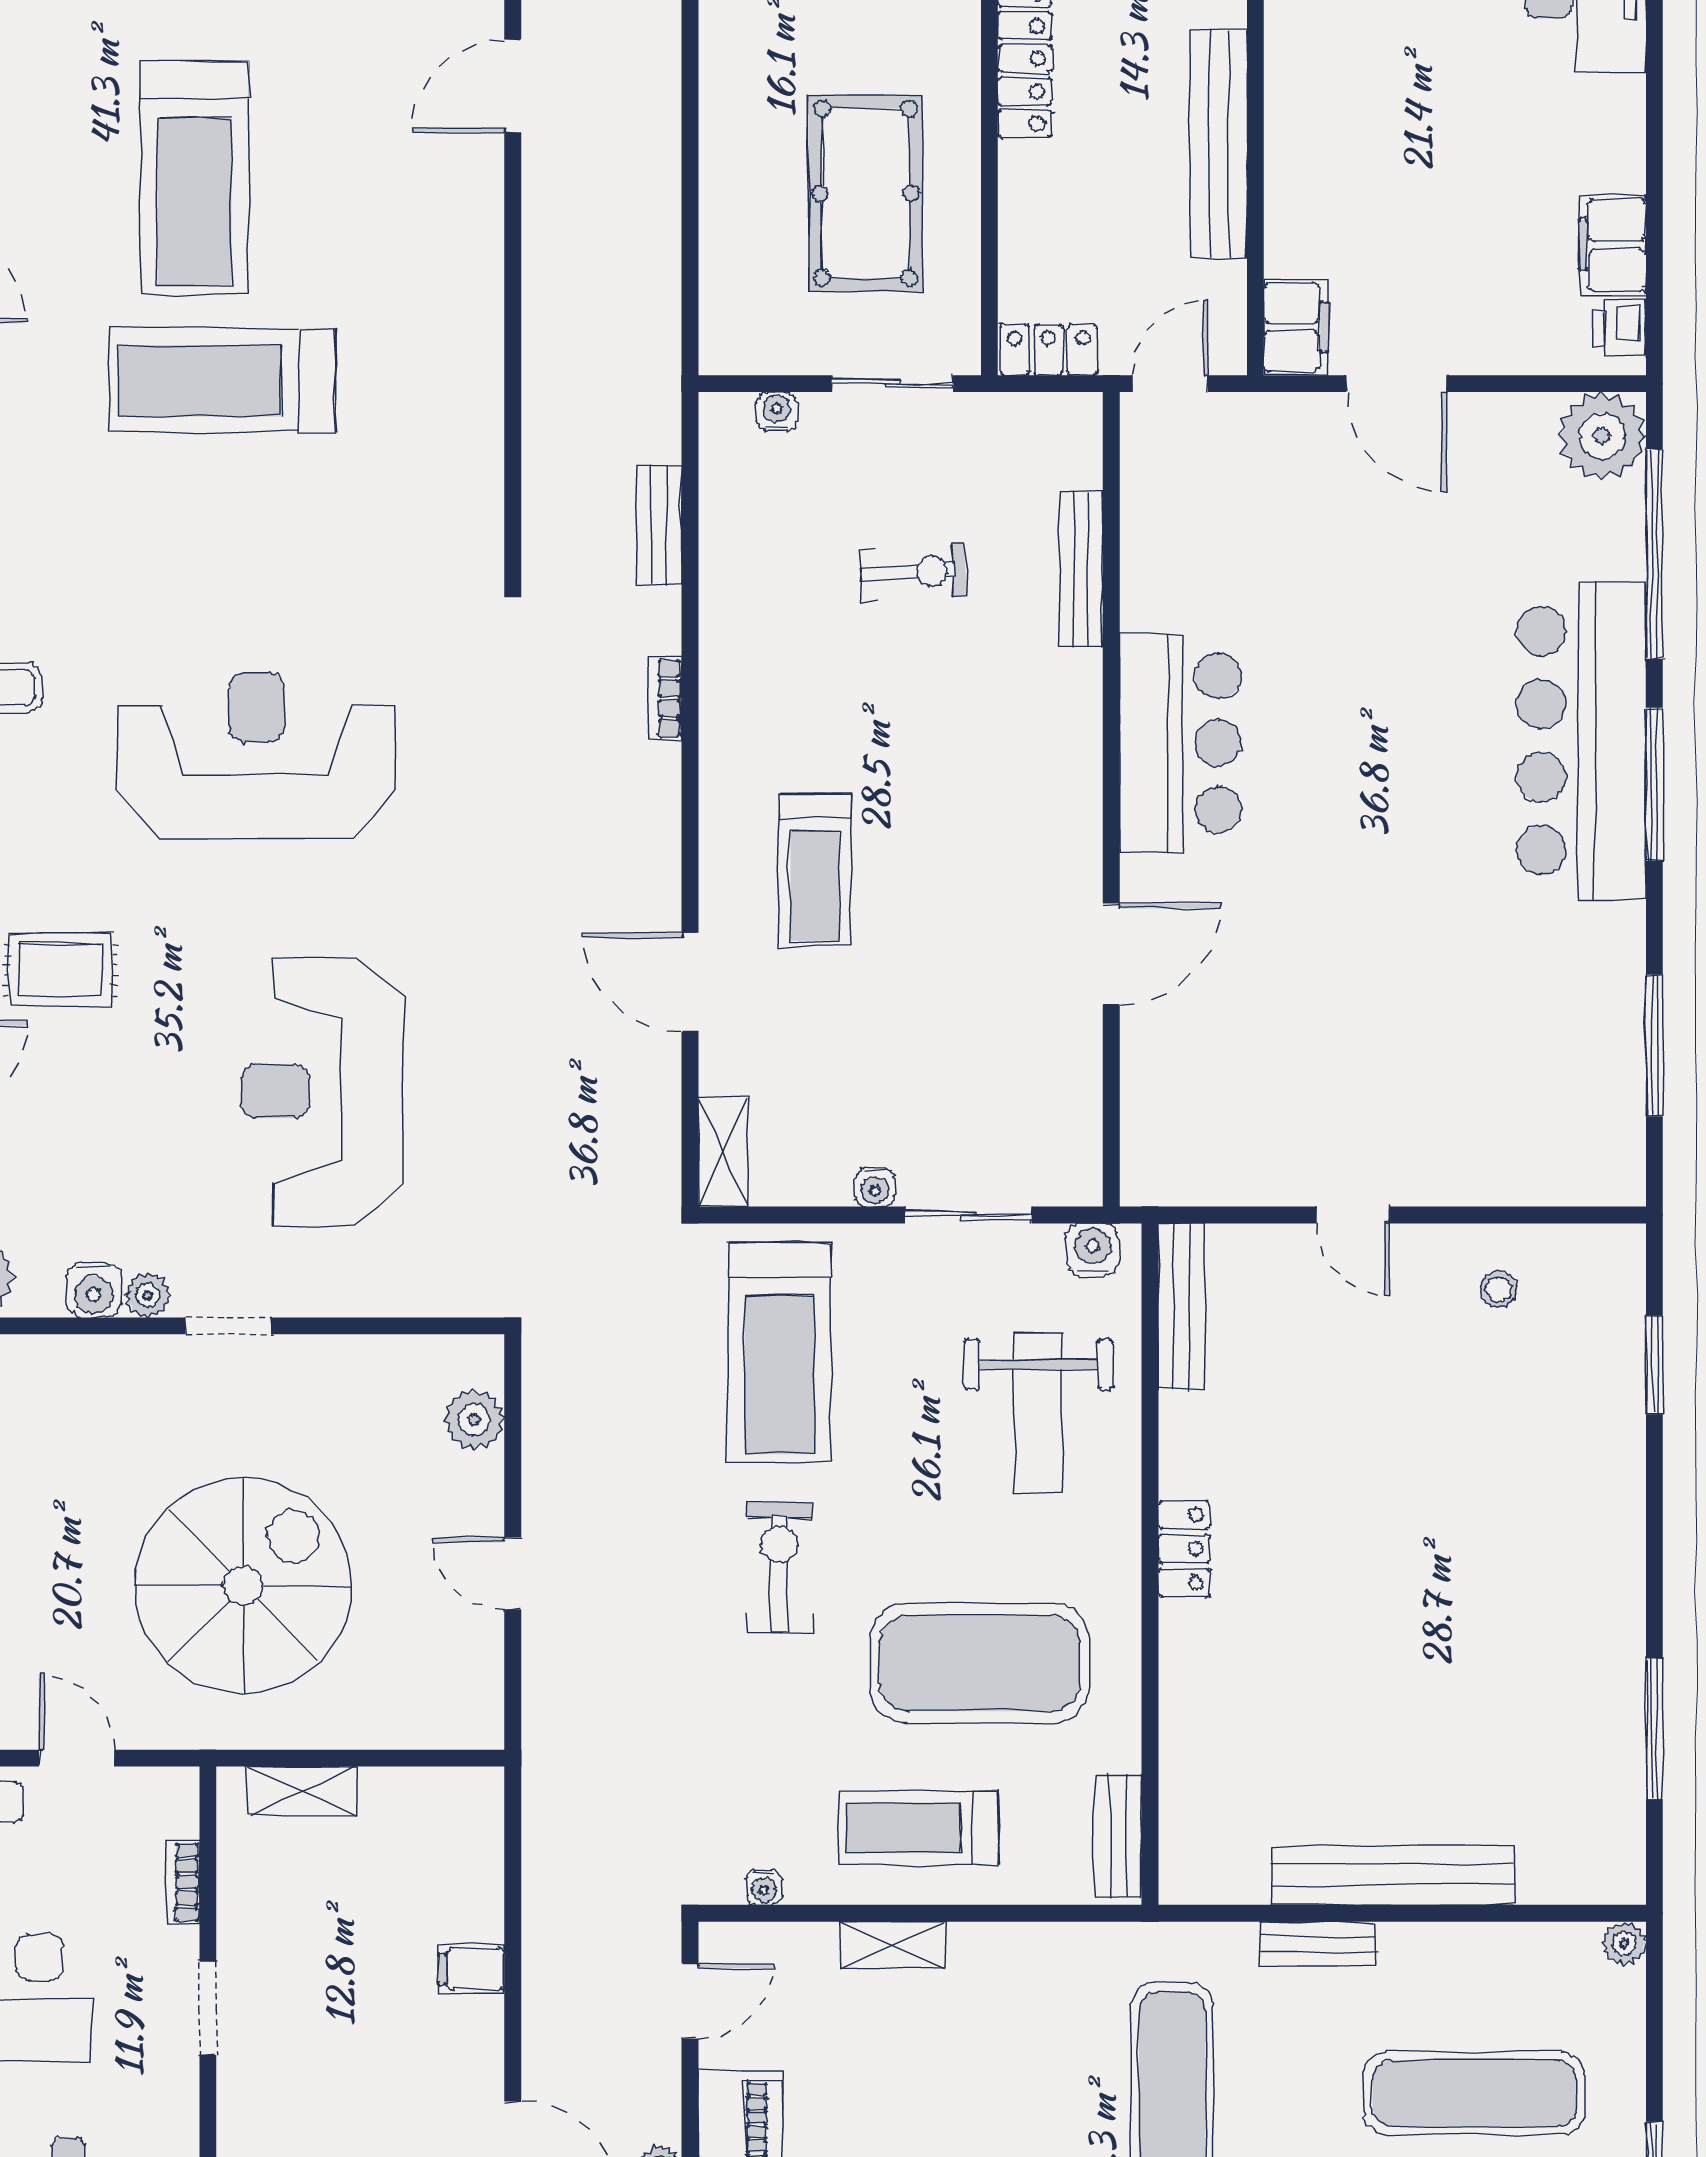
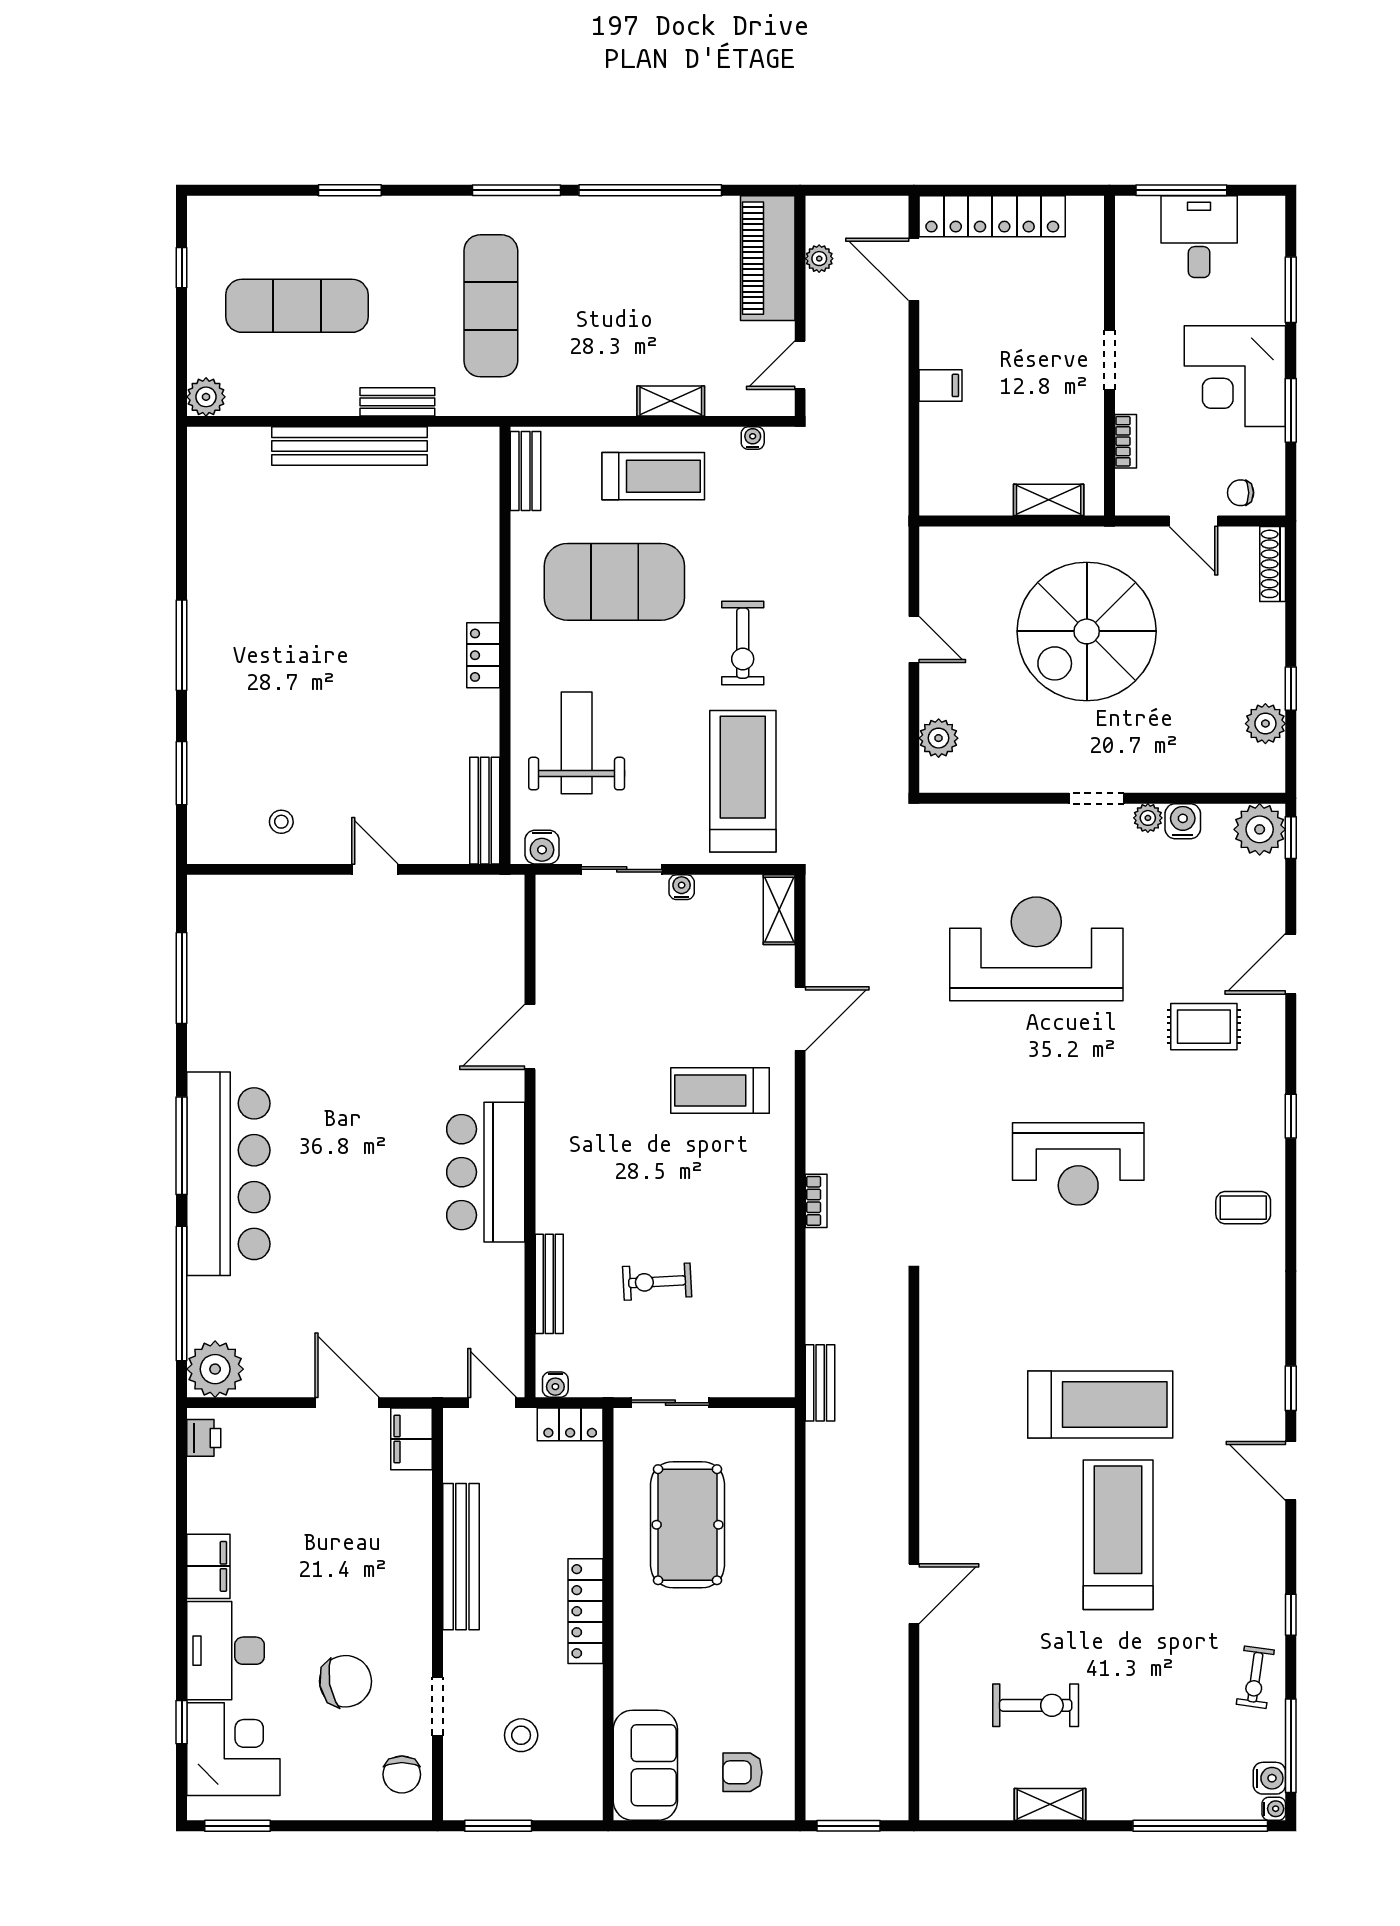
filing cabinet: (1613, 245) -> (208, 1566), moved
door: (1170, 384) -> (492, 1403), swing flipped
water cooler: (777, 412) -> (555, 1385), moved
bench: (659, 525) -> (820, 1383), moved
reception desk: (257, 756) -> (1078, 1164), width x0.74, depth x0.77
treadmill: (815, 870) -> (720, 1091), turned -90
door: (690, 982) -> (800, 1019), hinge flipped
reception desk: (322, 1091) -> (1036, 949), turned -90
window: (1654, 1729) -> (182, 645), moved
plant: (1624, 1943) -> (206, 397), width x1.38, depth x1.38

